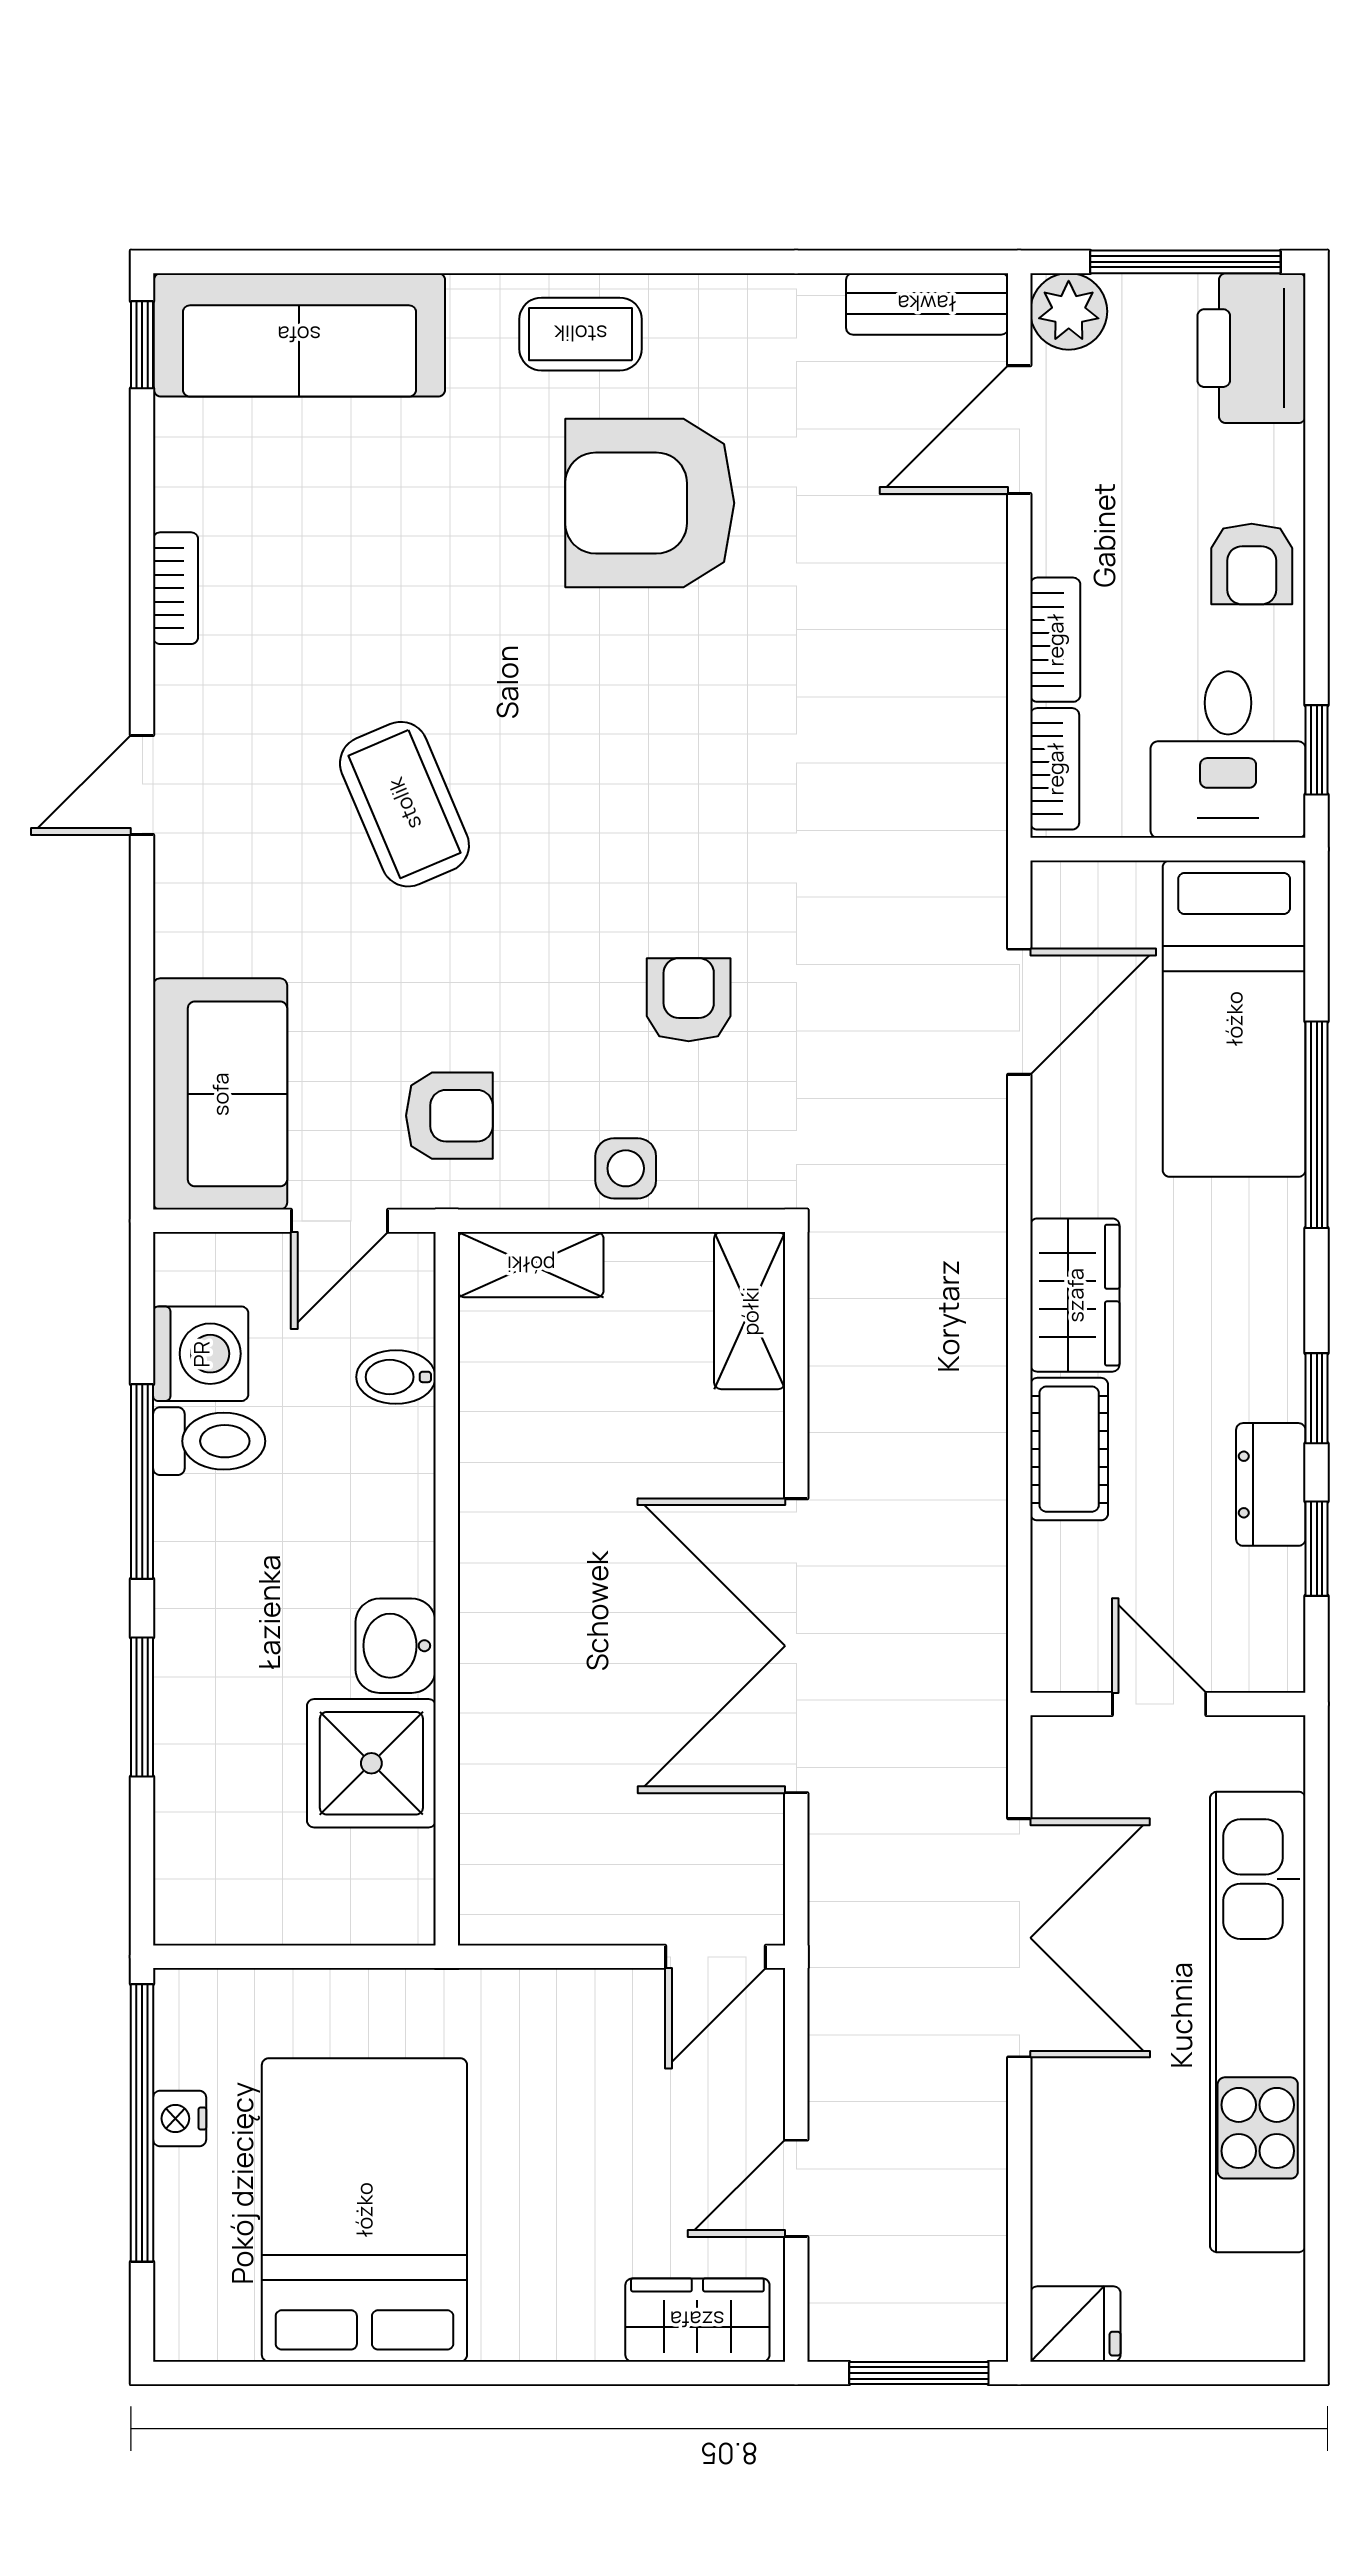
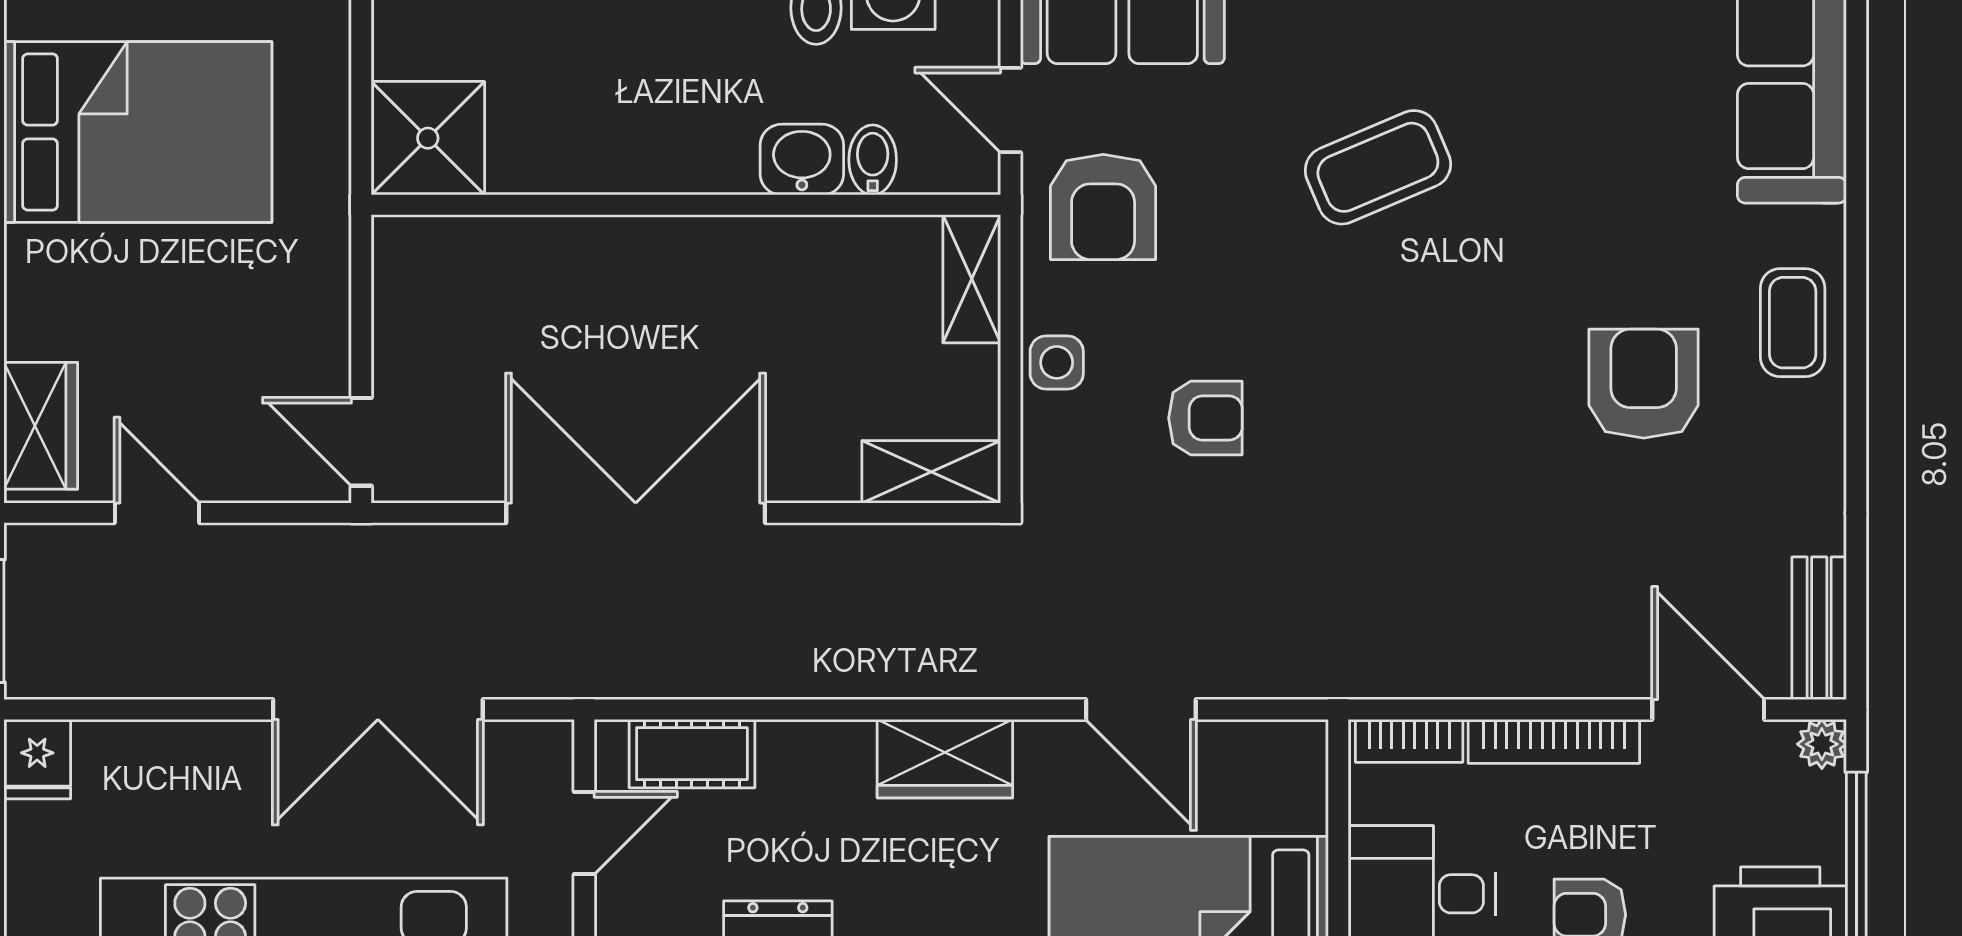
plant: (1069, 311) -> (1822, 744), width x0.73, depth x0.73
armchair: (650, 503) -> (1644, 384), width x0.73, depth x0.73
bookcase: (1055, 640) -> (1554, 741), width x1.56
door: (1019, 1012) -> (1141, 710), moved
armchair: (449, 1116) -> (1103, 207), width x1.38, depth x1.38
cot: (1069, 1449) -> (692, 754), moved
washbasin: (396, 1646) -> (802, 160), moved
shower: (371, 1763) -> (428, 138), moved

